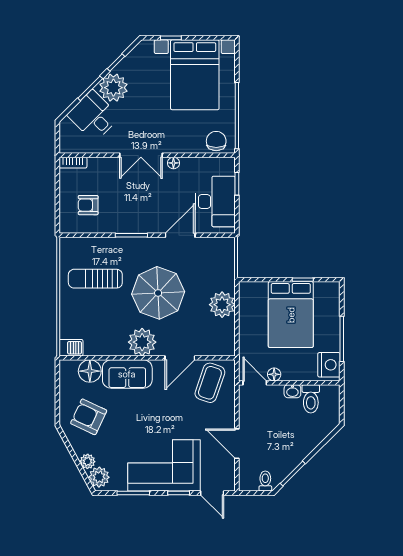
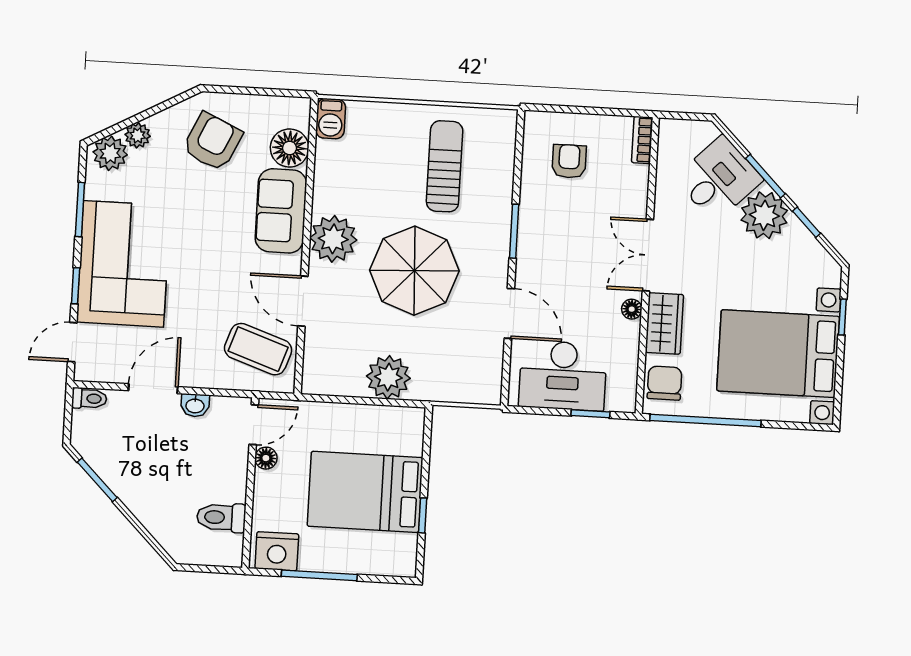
chair: (216, 141) -> (665, 383), turned -90
wardrobe: (181, 143) -> (664, 323), added
washbasin: (292, 391) -> (195, 405), moved, turned -90
toilet: (265, 481) -> (89, 398), moved

